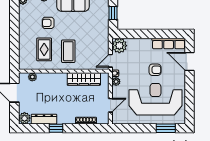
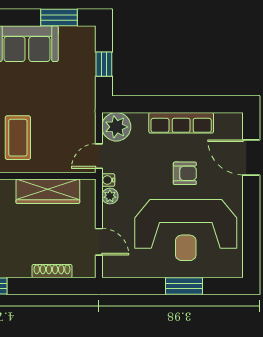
row of seats: (169, 43) -> (181, 123), moved
reception desk: (155, 99) -> (186, 230), turned 180
door: (110, 105) -> (99, 242), hinge flipped
window: (166, 128) -> (184, 286), moved

